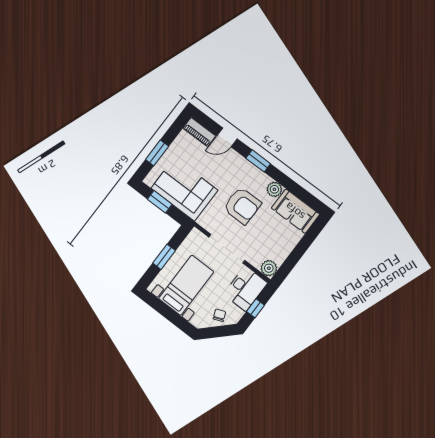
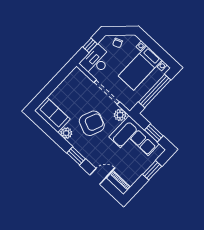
armchair: (242, 206) -> (92, 123), turned 112
window: (164, 257) -> (155, 91), width x2.11
plant: (269, 268) -> (120, 115), moved

